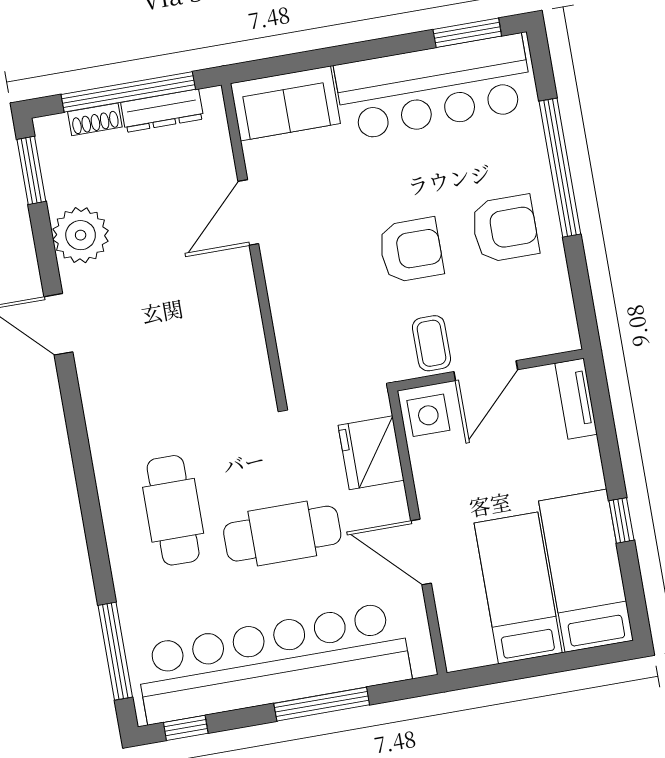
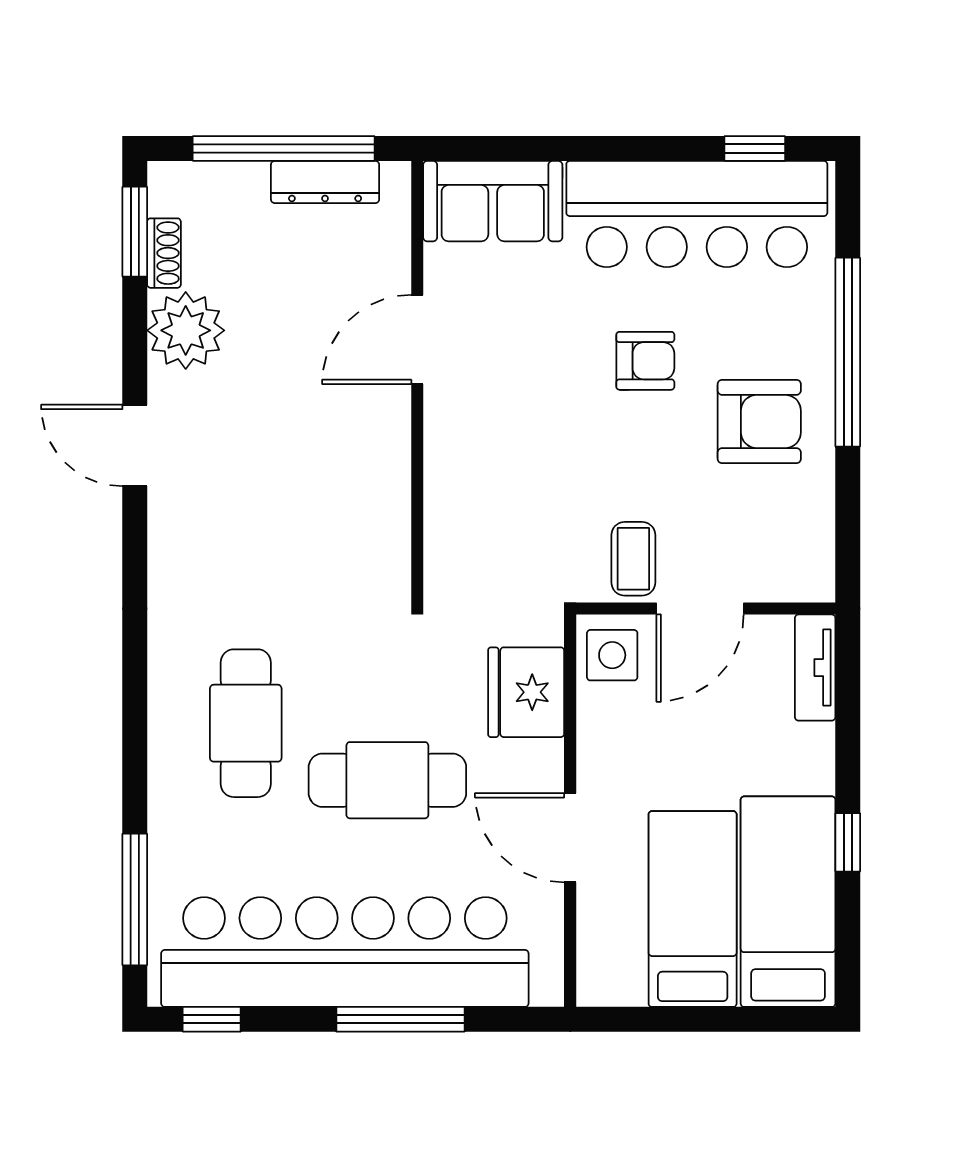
window: (467, 33) -> (755, 149), width x0.67
shoe rack: (95, 119) -> (164, 253), moved, turned -90
armchair: (411, 250) -> (645, 361), moved, width x0.72, depth x0.72

